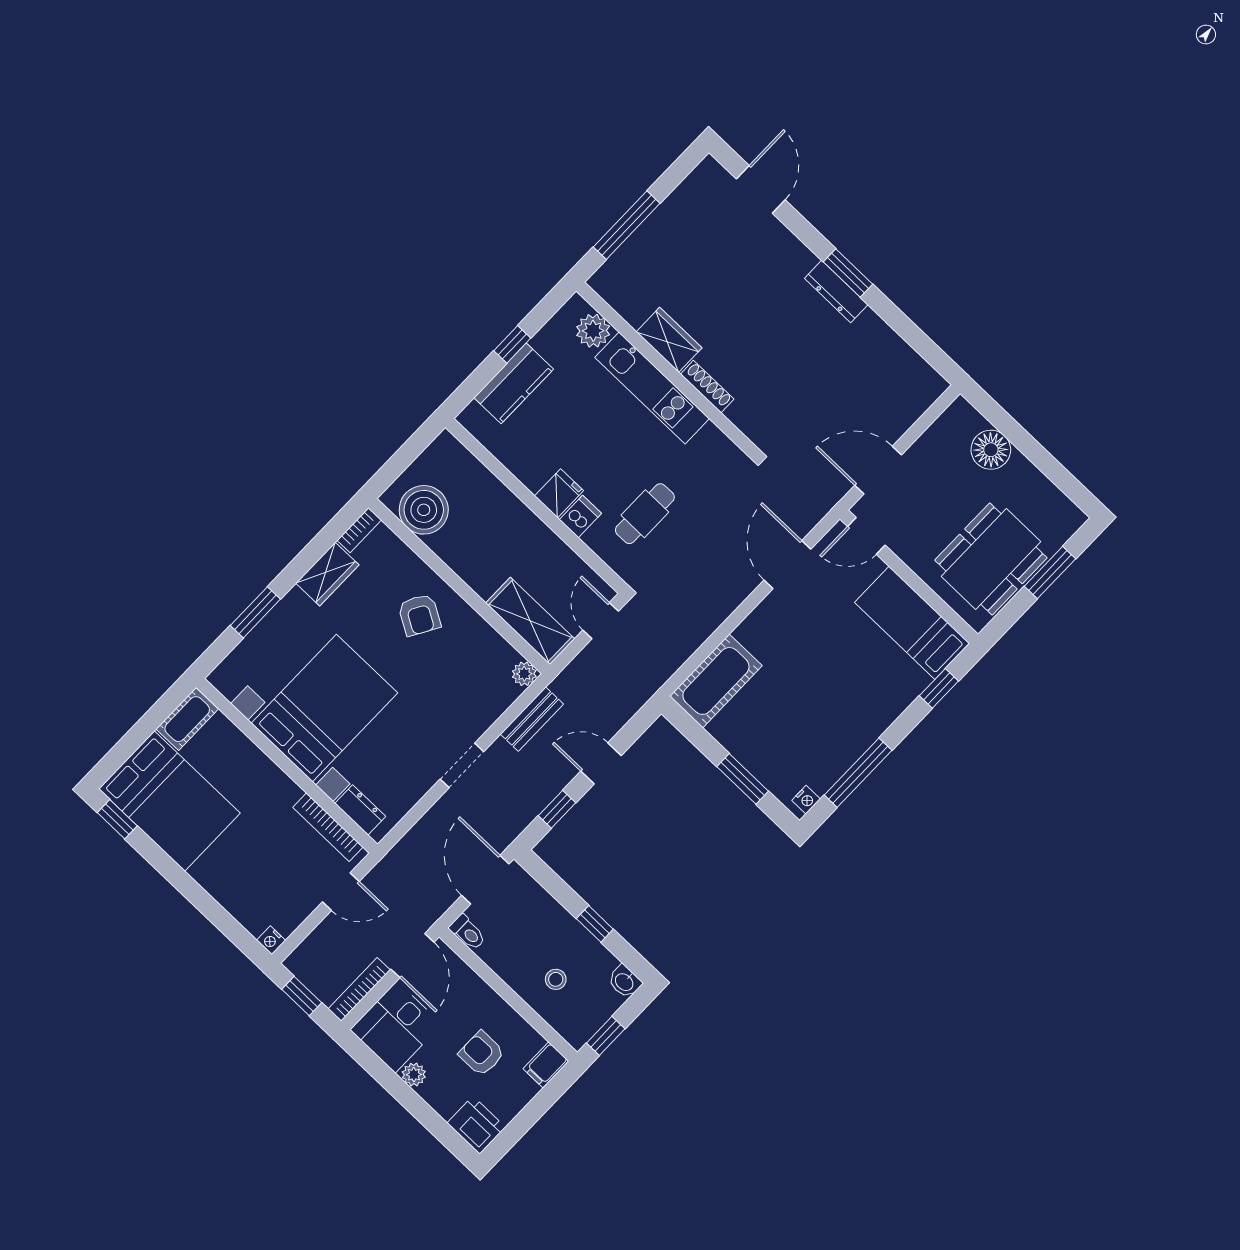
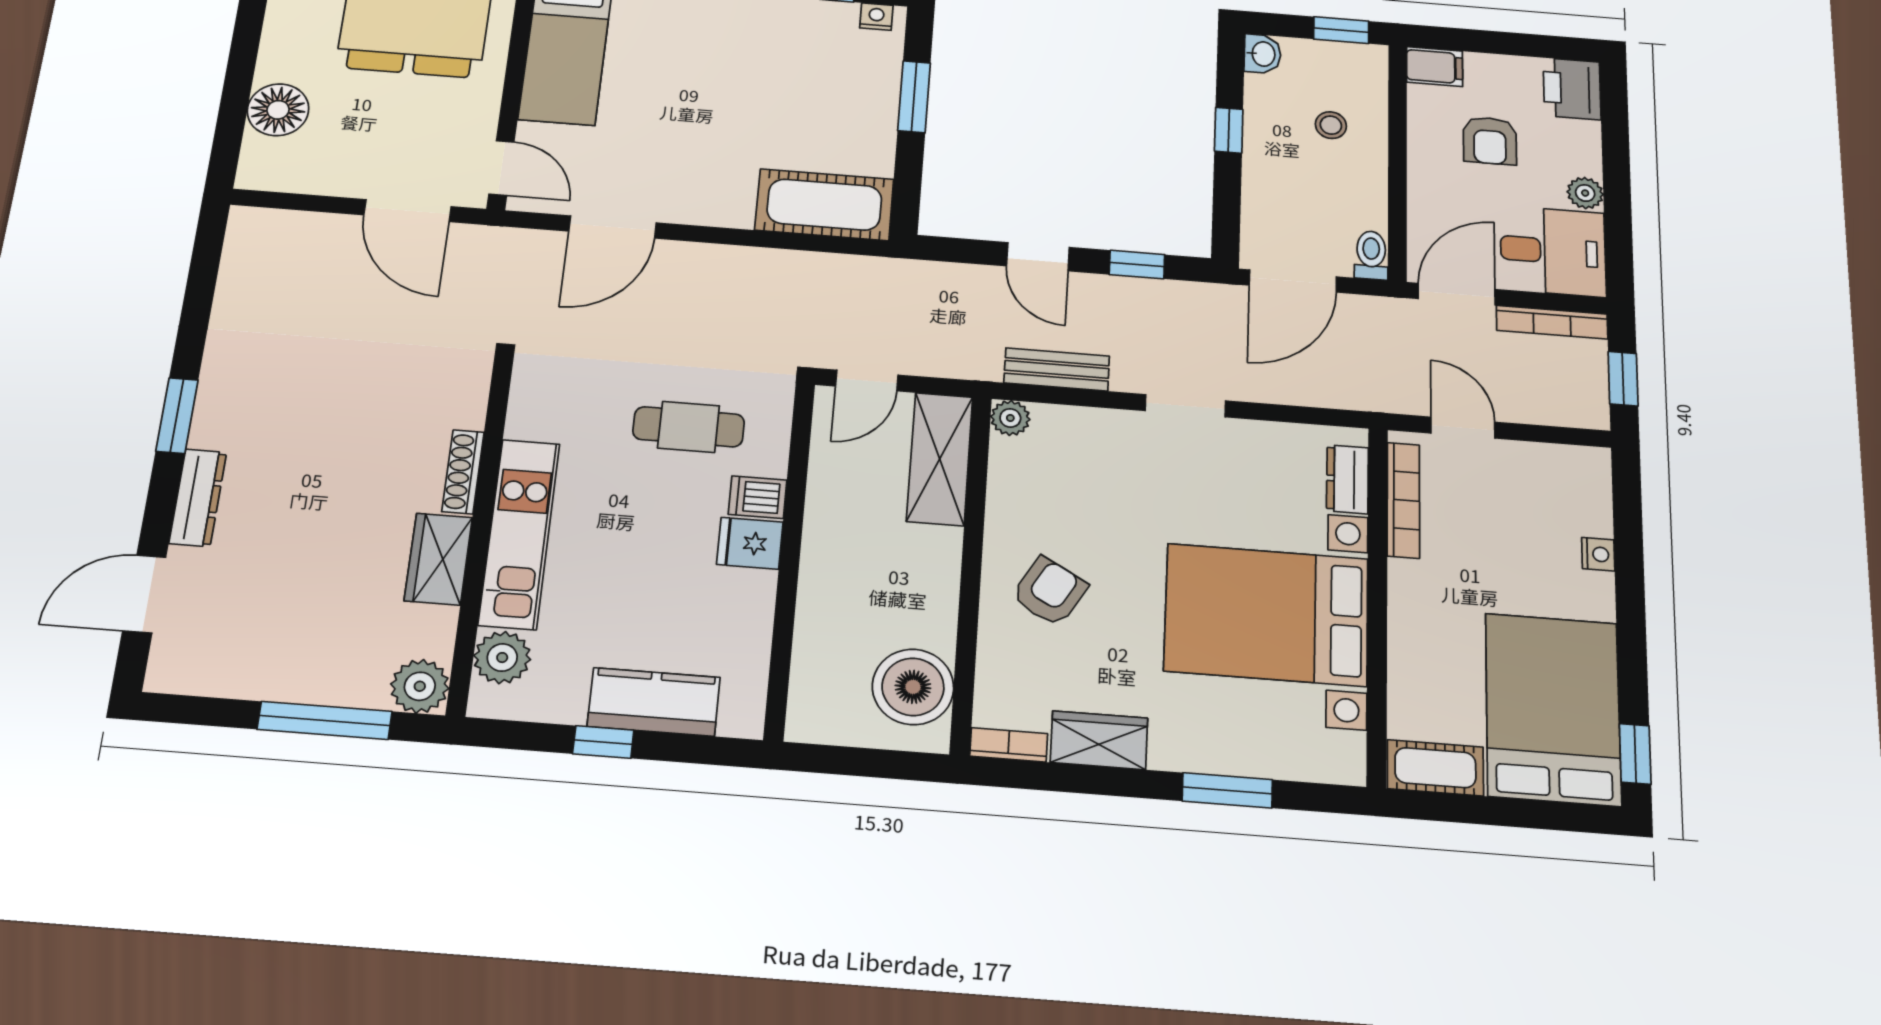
plant: (609, 282) -> (420, 686), added
dresser: (836, 292) -> (198, 498), moved
nightstand: (271, 940) -> (1598, 554), moved

